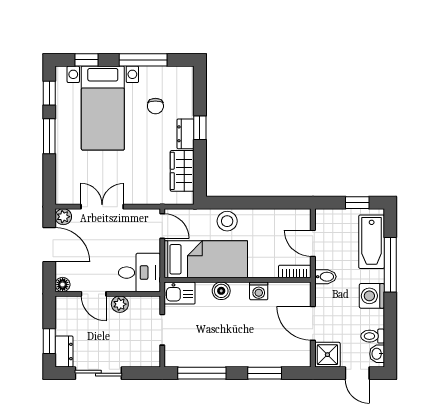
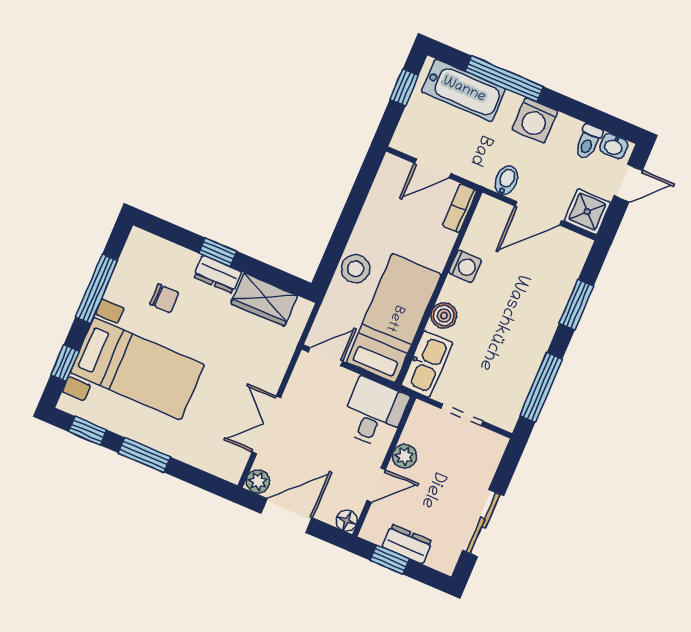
bidet: (325, 277) -> (506, 180), moved
kitchen sink: (180, 293) -> (427, 364), width x1.38
window: (49, 341) -> (390, 560), moved
dresser: (64, 351) -> (407, 544), moved

